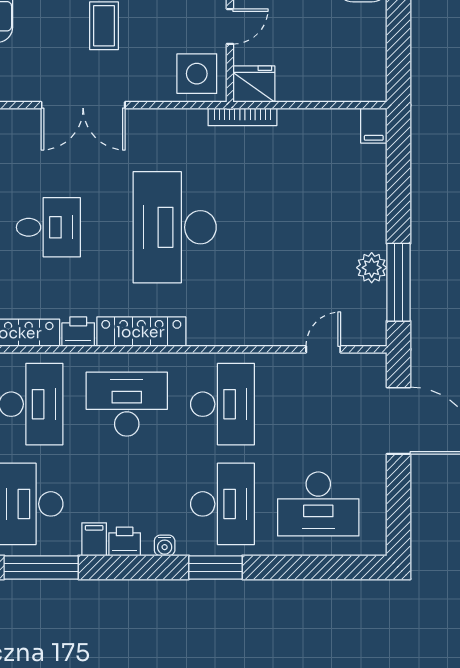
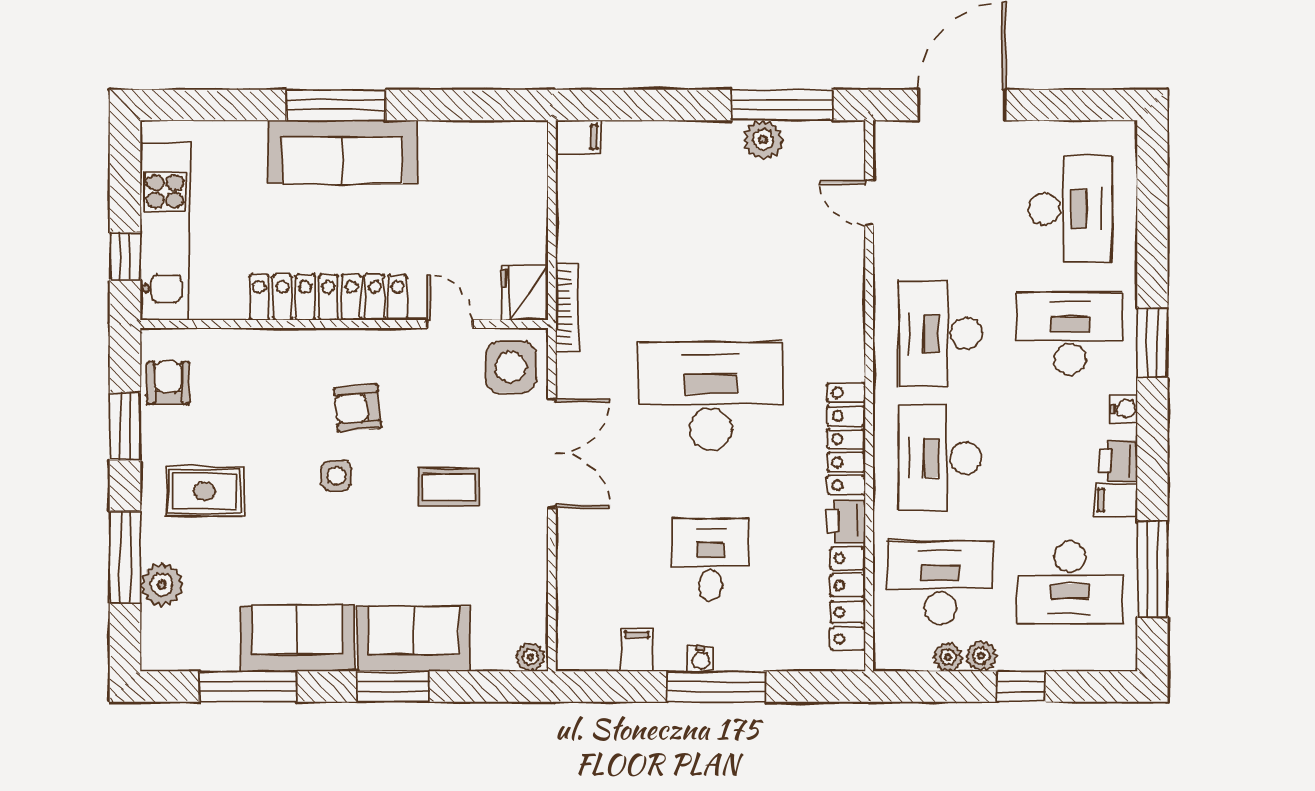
double door: (83, 105) -> (552, 453), moved
desk: (175, 227) -> (710, 396), turned 180
desk: (223, 404) -> (940, 334), turned -90

